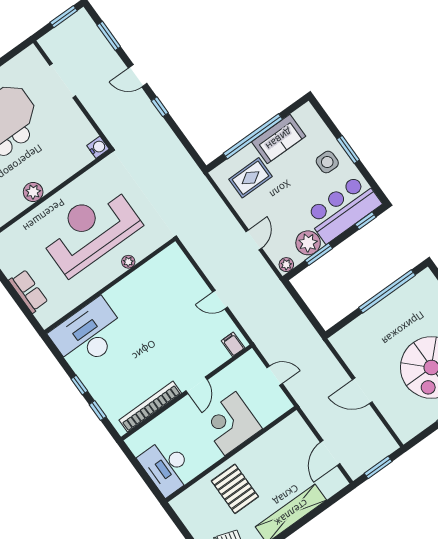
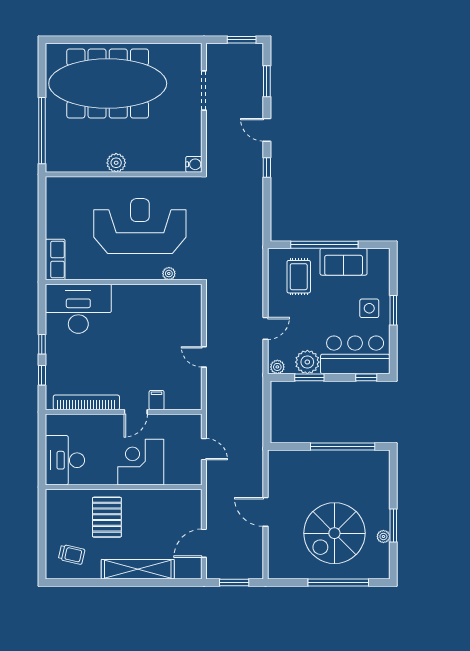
rug: (251, 178) -> (299, 277), turned 90
plant: (128, 262) -> (169, 274), moved
row of seats: (28, 291) -> (55, 260), moved
filing cabinet: (233, 344) -> (157, 400), moved

